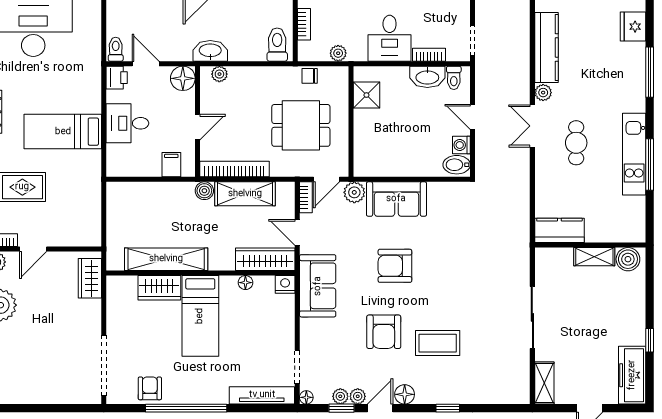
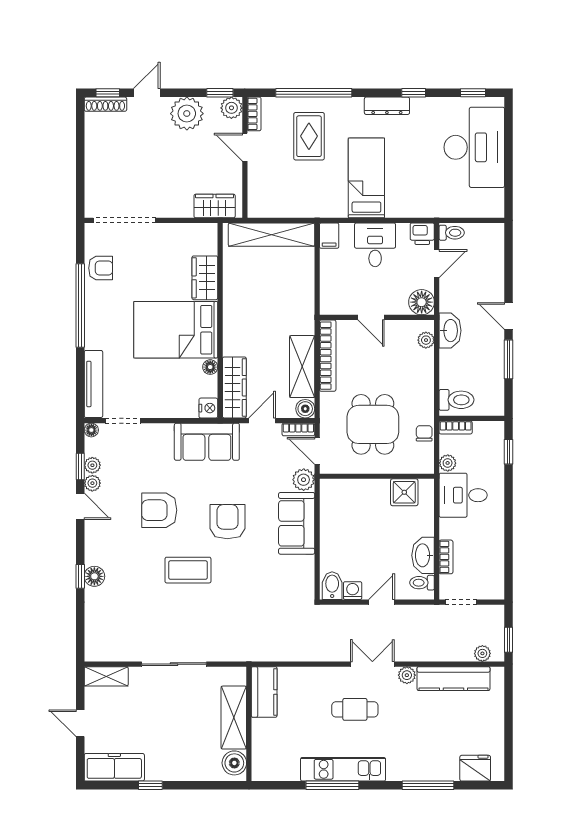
plant: (522, 20) -> (482, 653), added
bookcase: (304, 24) -> (456, 428), moved
desk: (390, 38) -> (463, 495), moved
filing cabinet: (171, 165) -> (329, 236), moved, turned 90
boiler: (204, 191) -> (305, 409), moved
shelving: (594, 257) -> (234, 718), width x1.50, depth x1.33
shelving: (166, 259) -> (271, 235), moved, turned 90
bed: (200, 316) -> (176, 330), width x1.50
coffee table: (438, 343) -> (188, 570), moved, turned 90
floor lamp: (405, 394) -> (94, 576), moved

